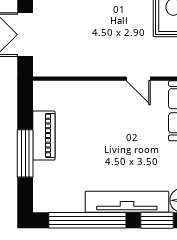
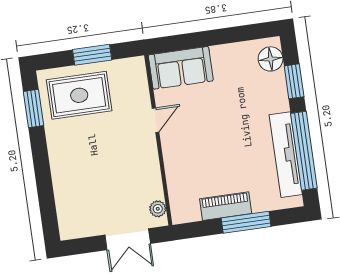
plant: (51, 68) -> (158, 209), added
tv unit: (127, 202) -> (286, 155), moved

